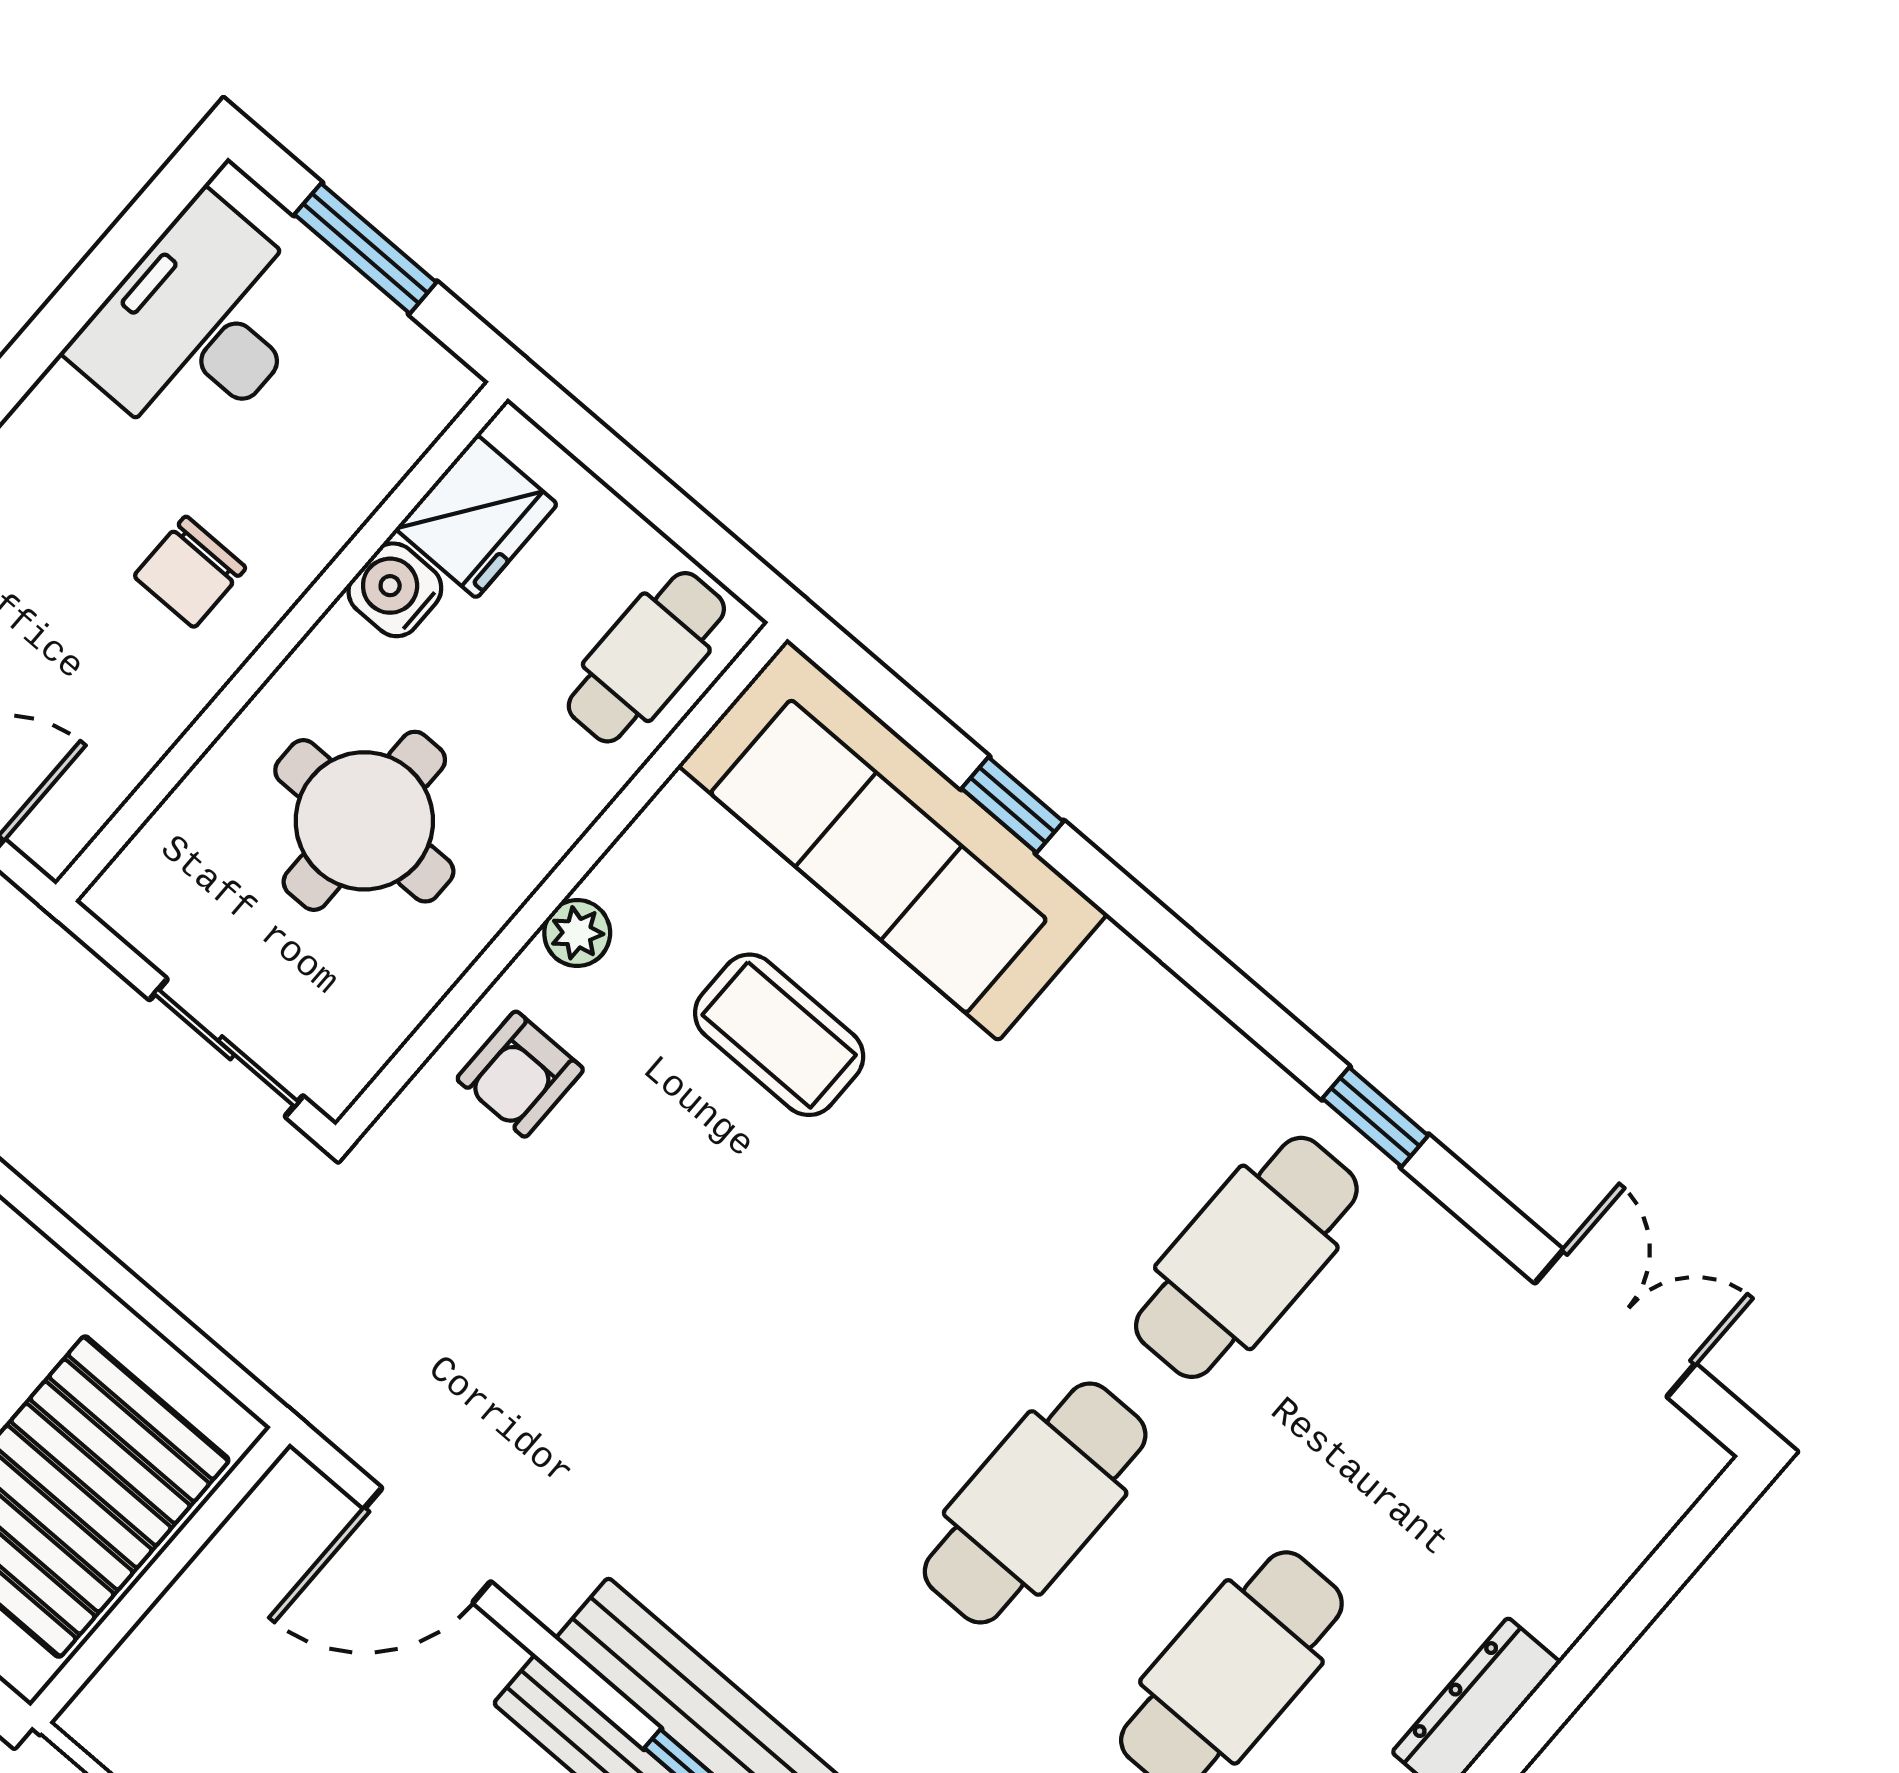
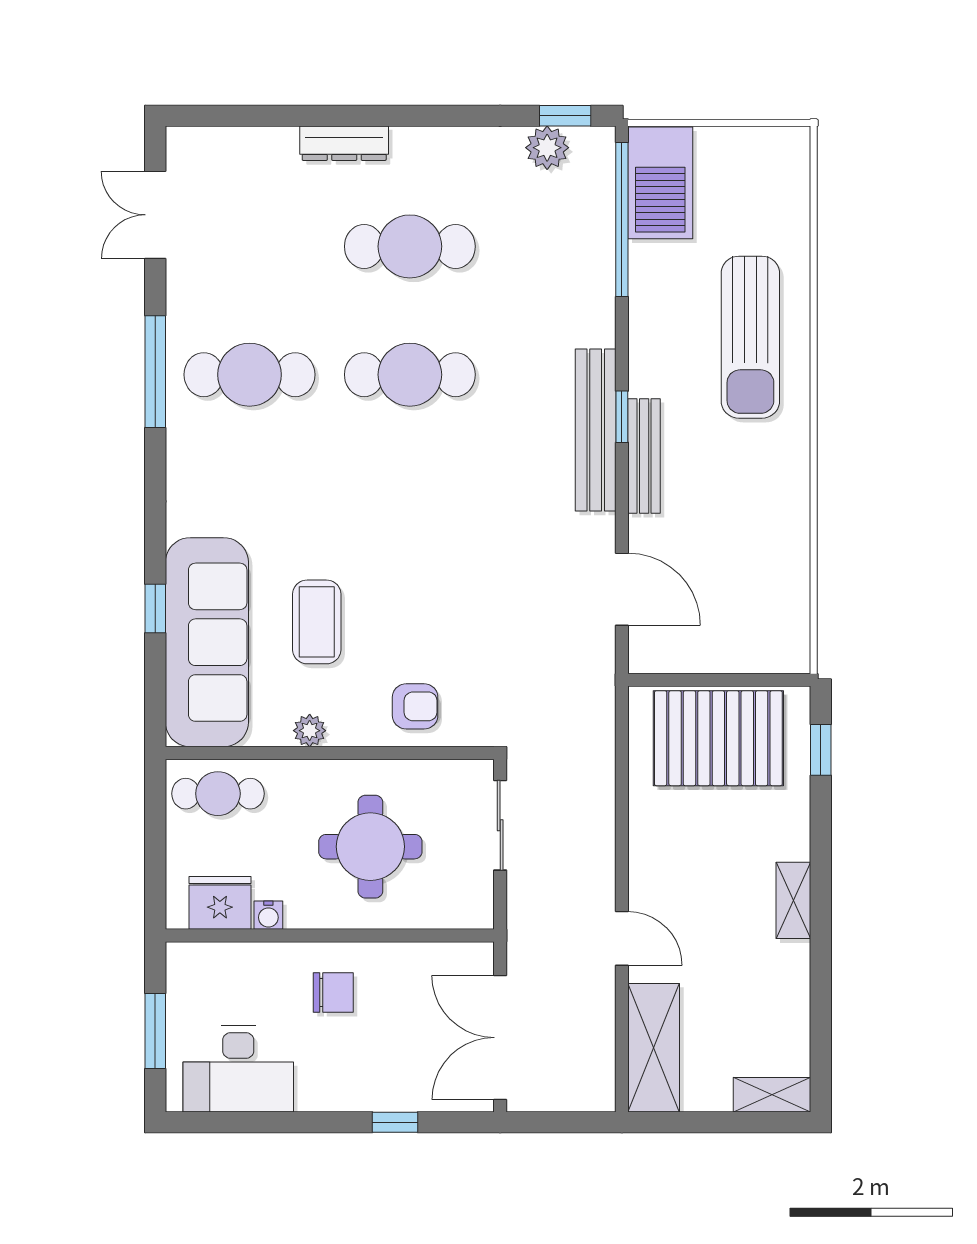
water cooler: (395, 590) -> (268, 915), width x0.72, depth x0.72
plant: (577, 933) -> (310, 731), moved
window: (1375, 1117) -> (155, 372), width x2.17

